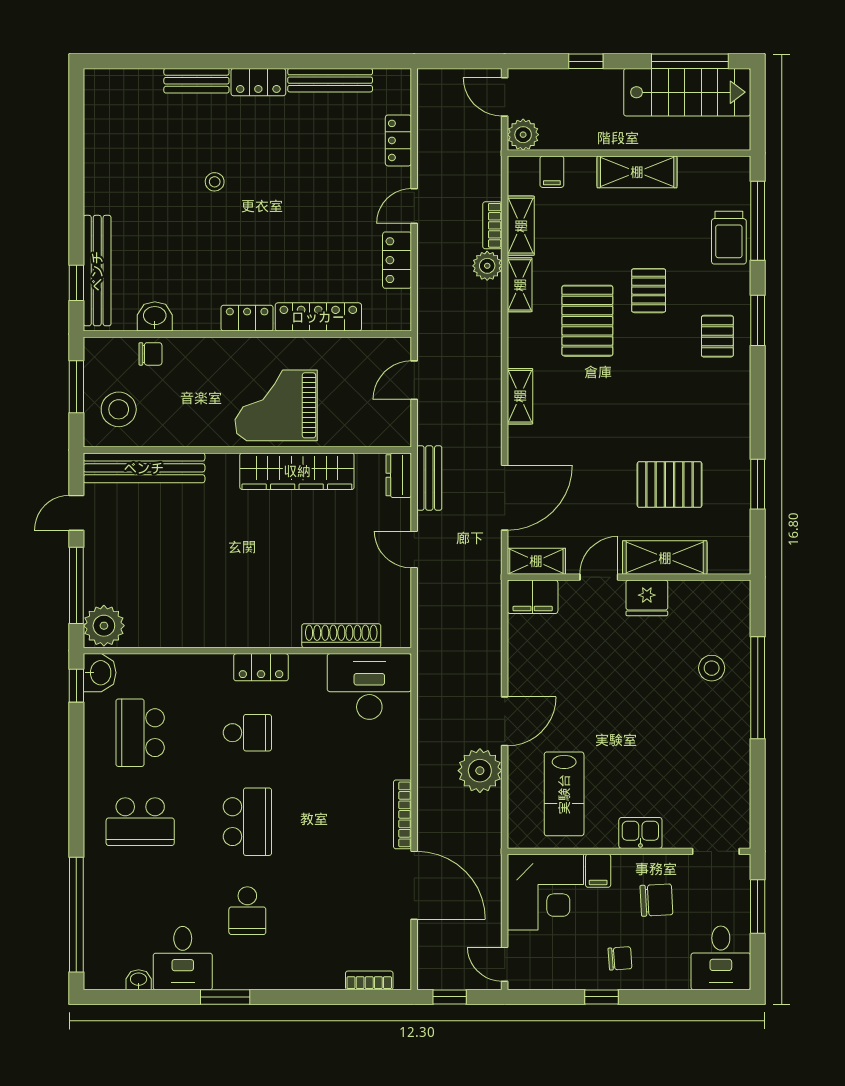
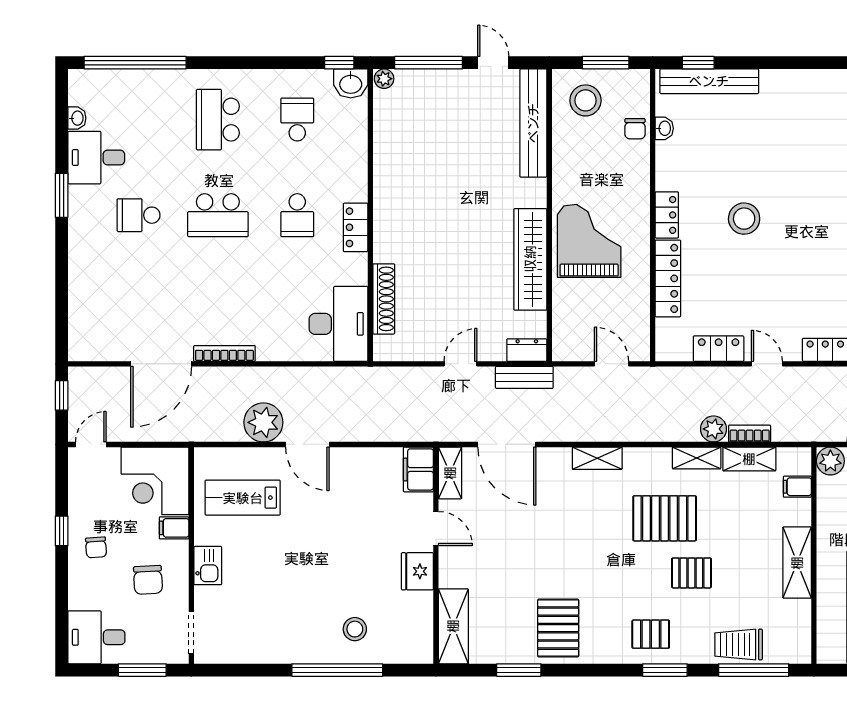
stool: (215, 182) -> (744, 219), moved, width x1.89, depth x1.89
washbasin: (155, 316) -> (664, 128), width x0.72, depth x0.69
pallet: (670, 484) -> (558, 628), moved
shelving: (665, 558) -> (453, 626), moved
plant: (104, 626) -> (384, 79), width x0.53, depth x0.53
school desk: (140, 733) -> (297, 120), width x0.54
bookcase: (369, 980) -> (76, 324), removed

